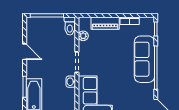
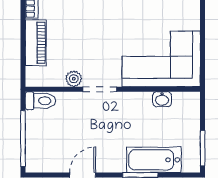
plant: (83, 36) -> (74, 79), moved
washbasin: (71, 82) -> (162, 99), moved

